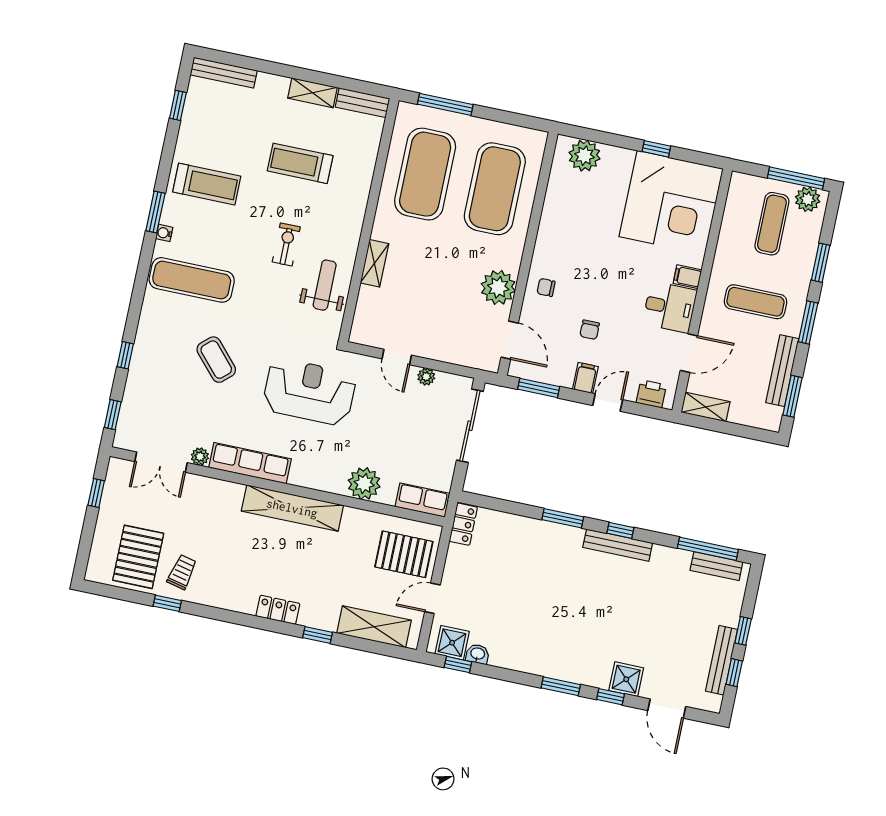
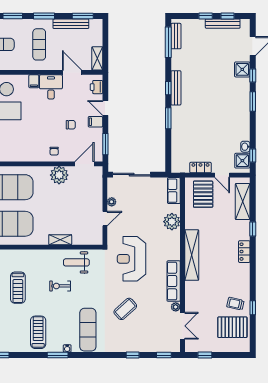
locker: (463, 524) -> (200, 168), moved

